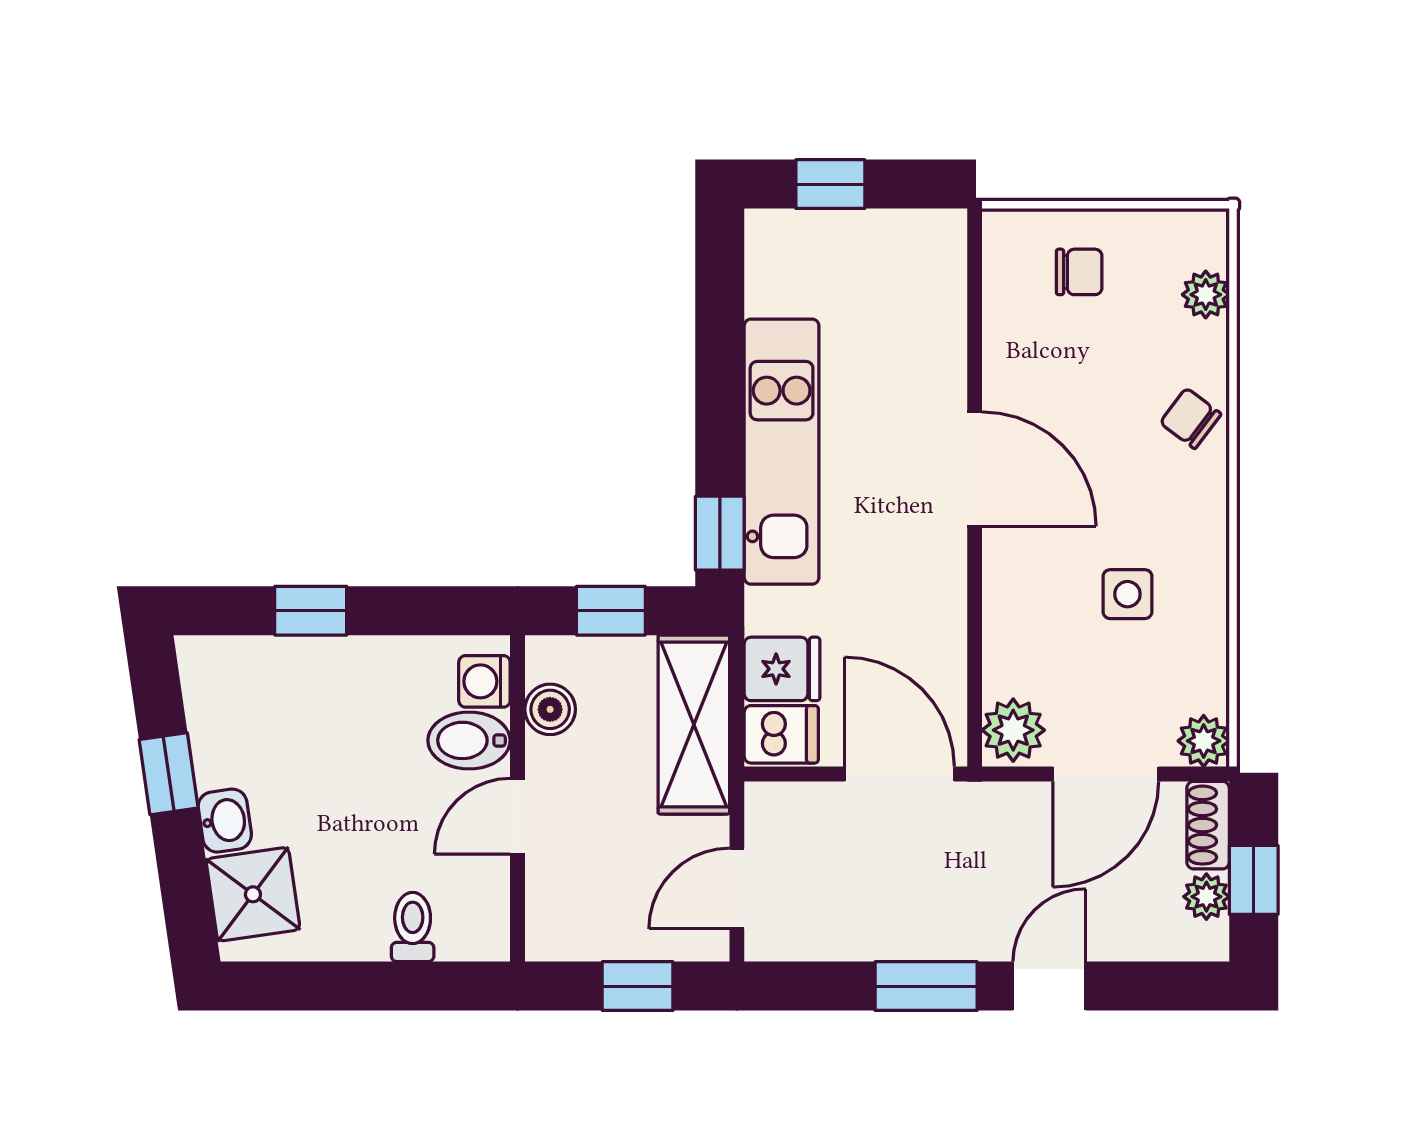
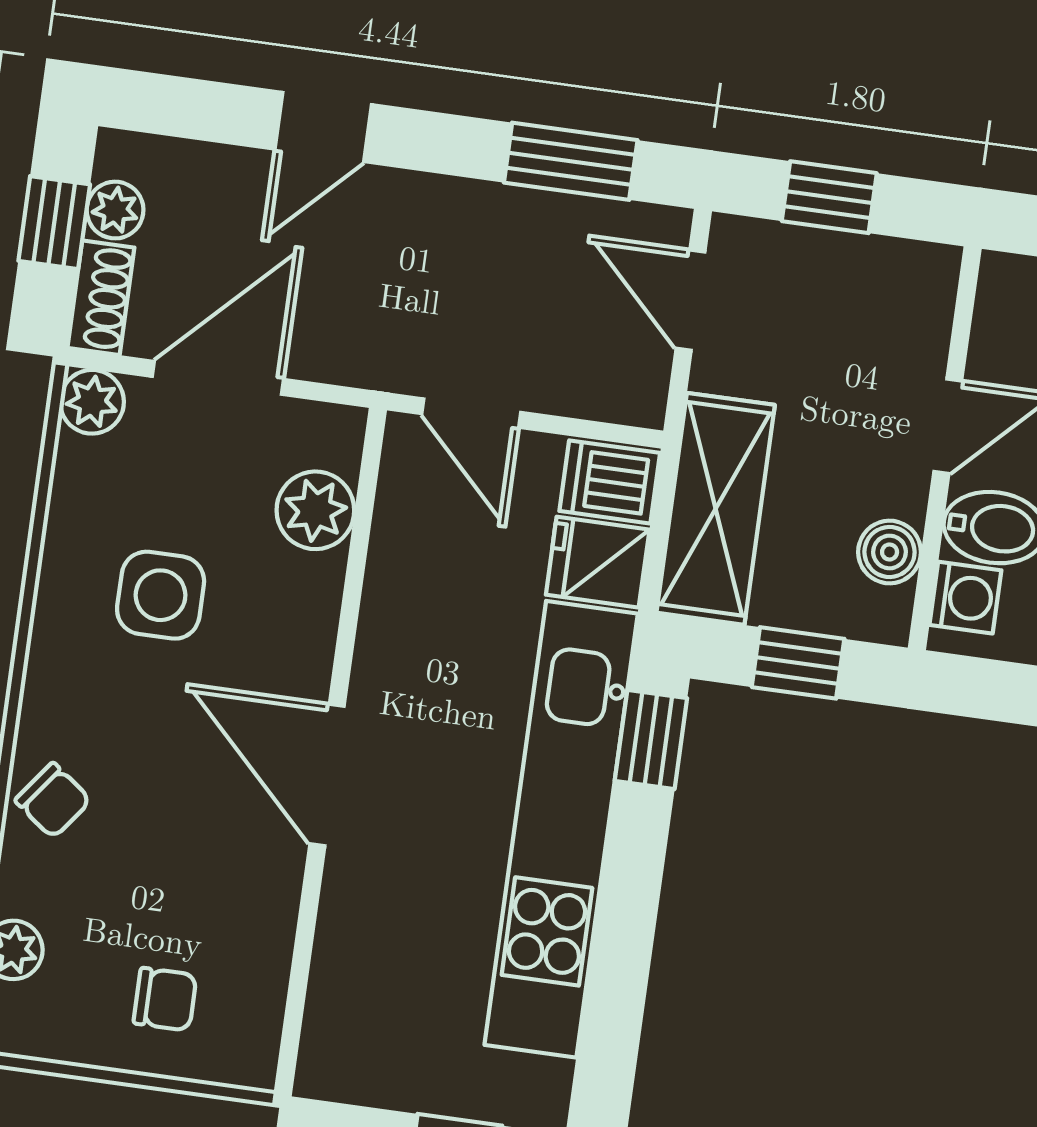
chair: (1079, 272) -> (165, 999), turned 180
kitchen unit: (782, 452) -> (561, 829), width x1.36
side table: (1127, 594) -> (161, 595), width x1.37, depth x1.37
plant: (1013, 730) -> (315, 510), moved
door: (899, 774) -> (471, 413), width x0.73
door: (737, 888) -> (691, 300), swing flipped
window: (926, 986) -> (571, 161), moved

